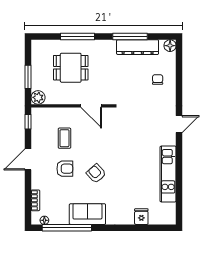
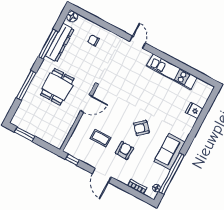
dining table: (71, 68) -> (57, 87), moved
window: (28, 77) -> (25, 134), moved
plant: (38, 97) -> (58, 142), removed

